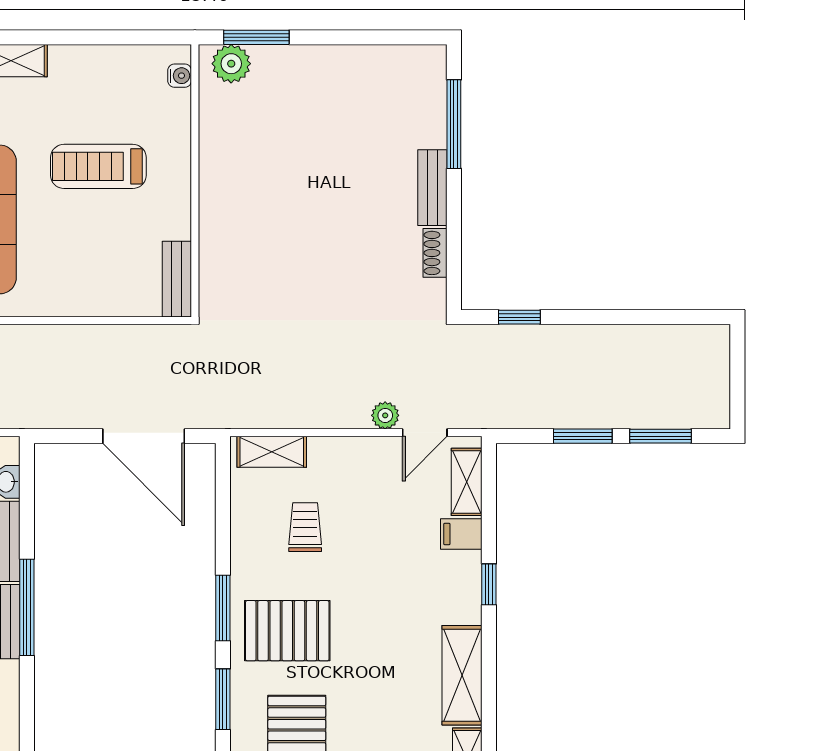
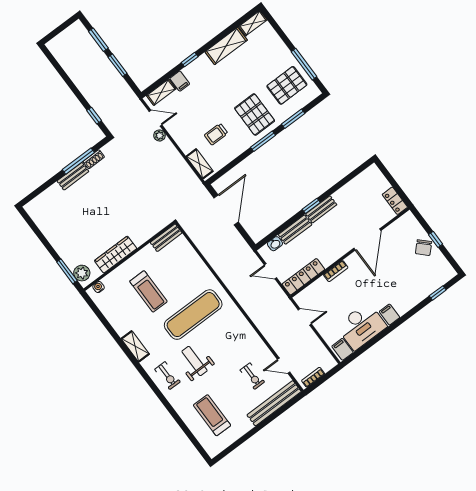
window: (454, 124) -> (78, 161), moved
wardrobe: (218, 156) -> (116, 255), added
window: (27, 607) -> (311, 206), width x0.46

